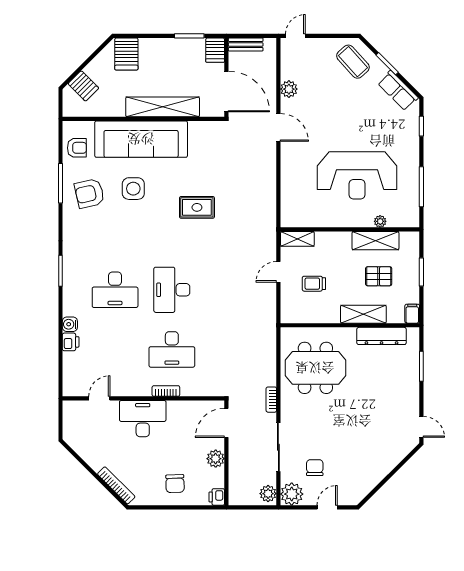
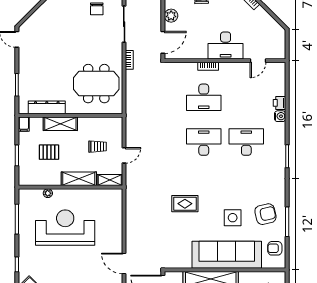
shelving: (375, 241) -> (79, 179), moved
desk: (172, 290) -> (204, 142), turned -90
desk: (172, 349) -> (204, 97), turned 180

